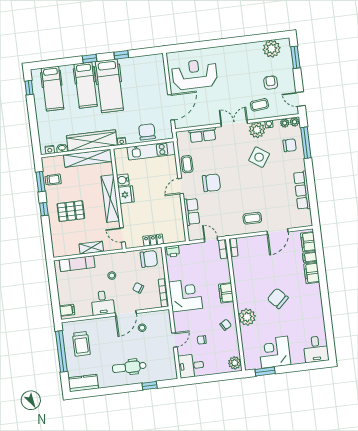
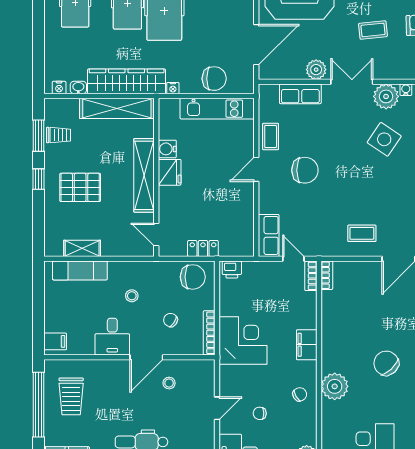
coffee table: (259, 105) -> (373, 30), moved
plant: (211, 118) -> (316, 70), added
chair: (147, 132) -> (214, 79), turned 90
row of seats: (192, 212) -> (269, 235), moved
shelving: (91, 248) -> (82, 248), moved

